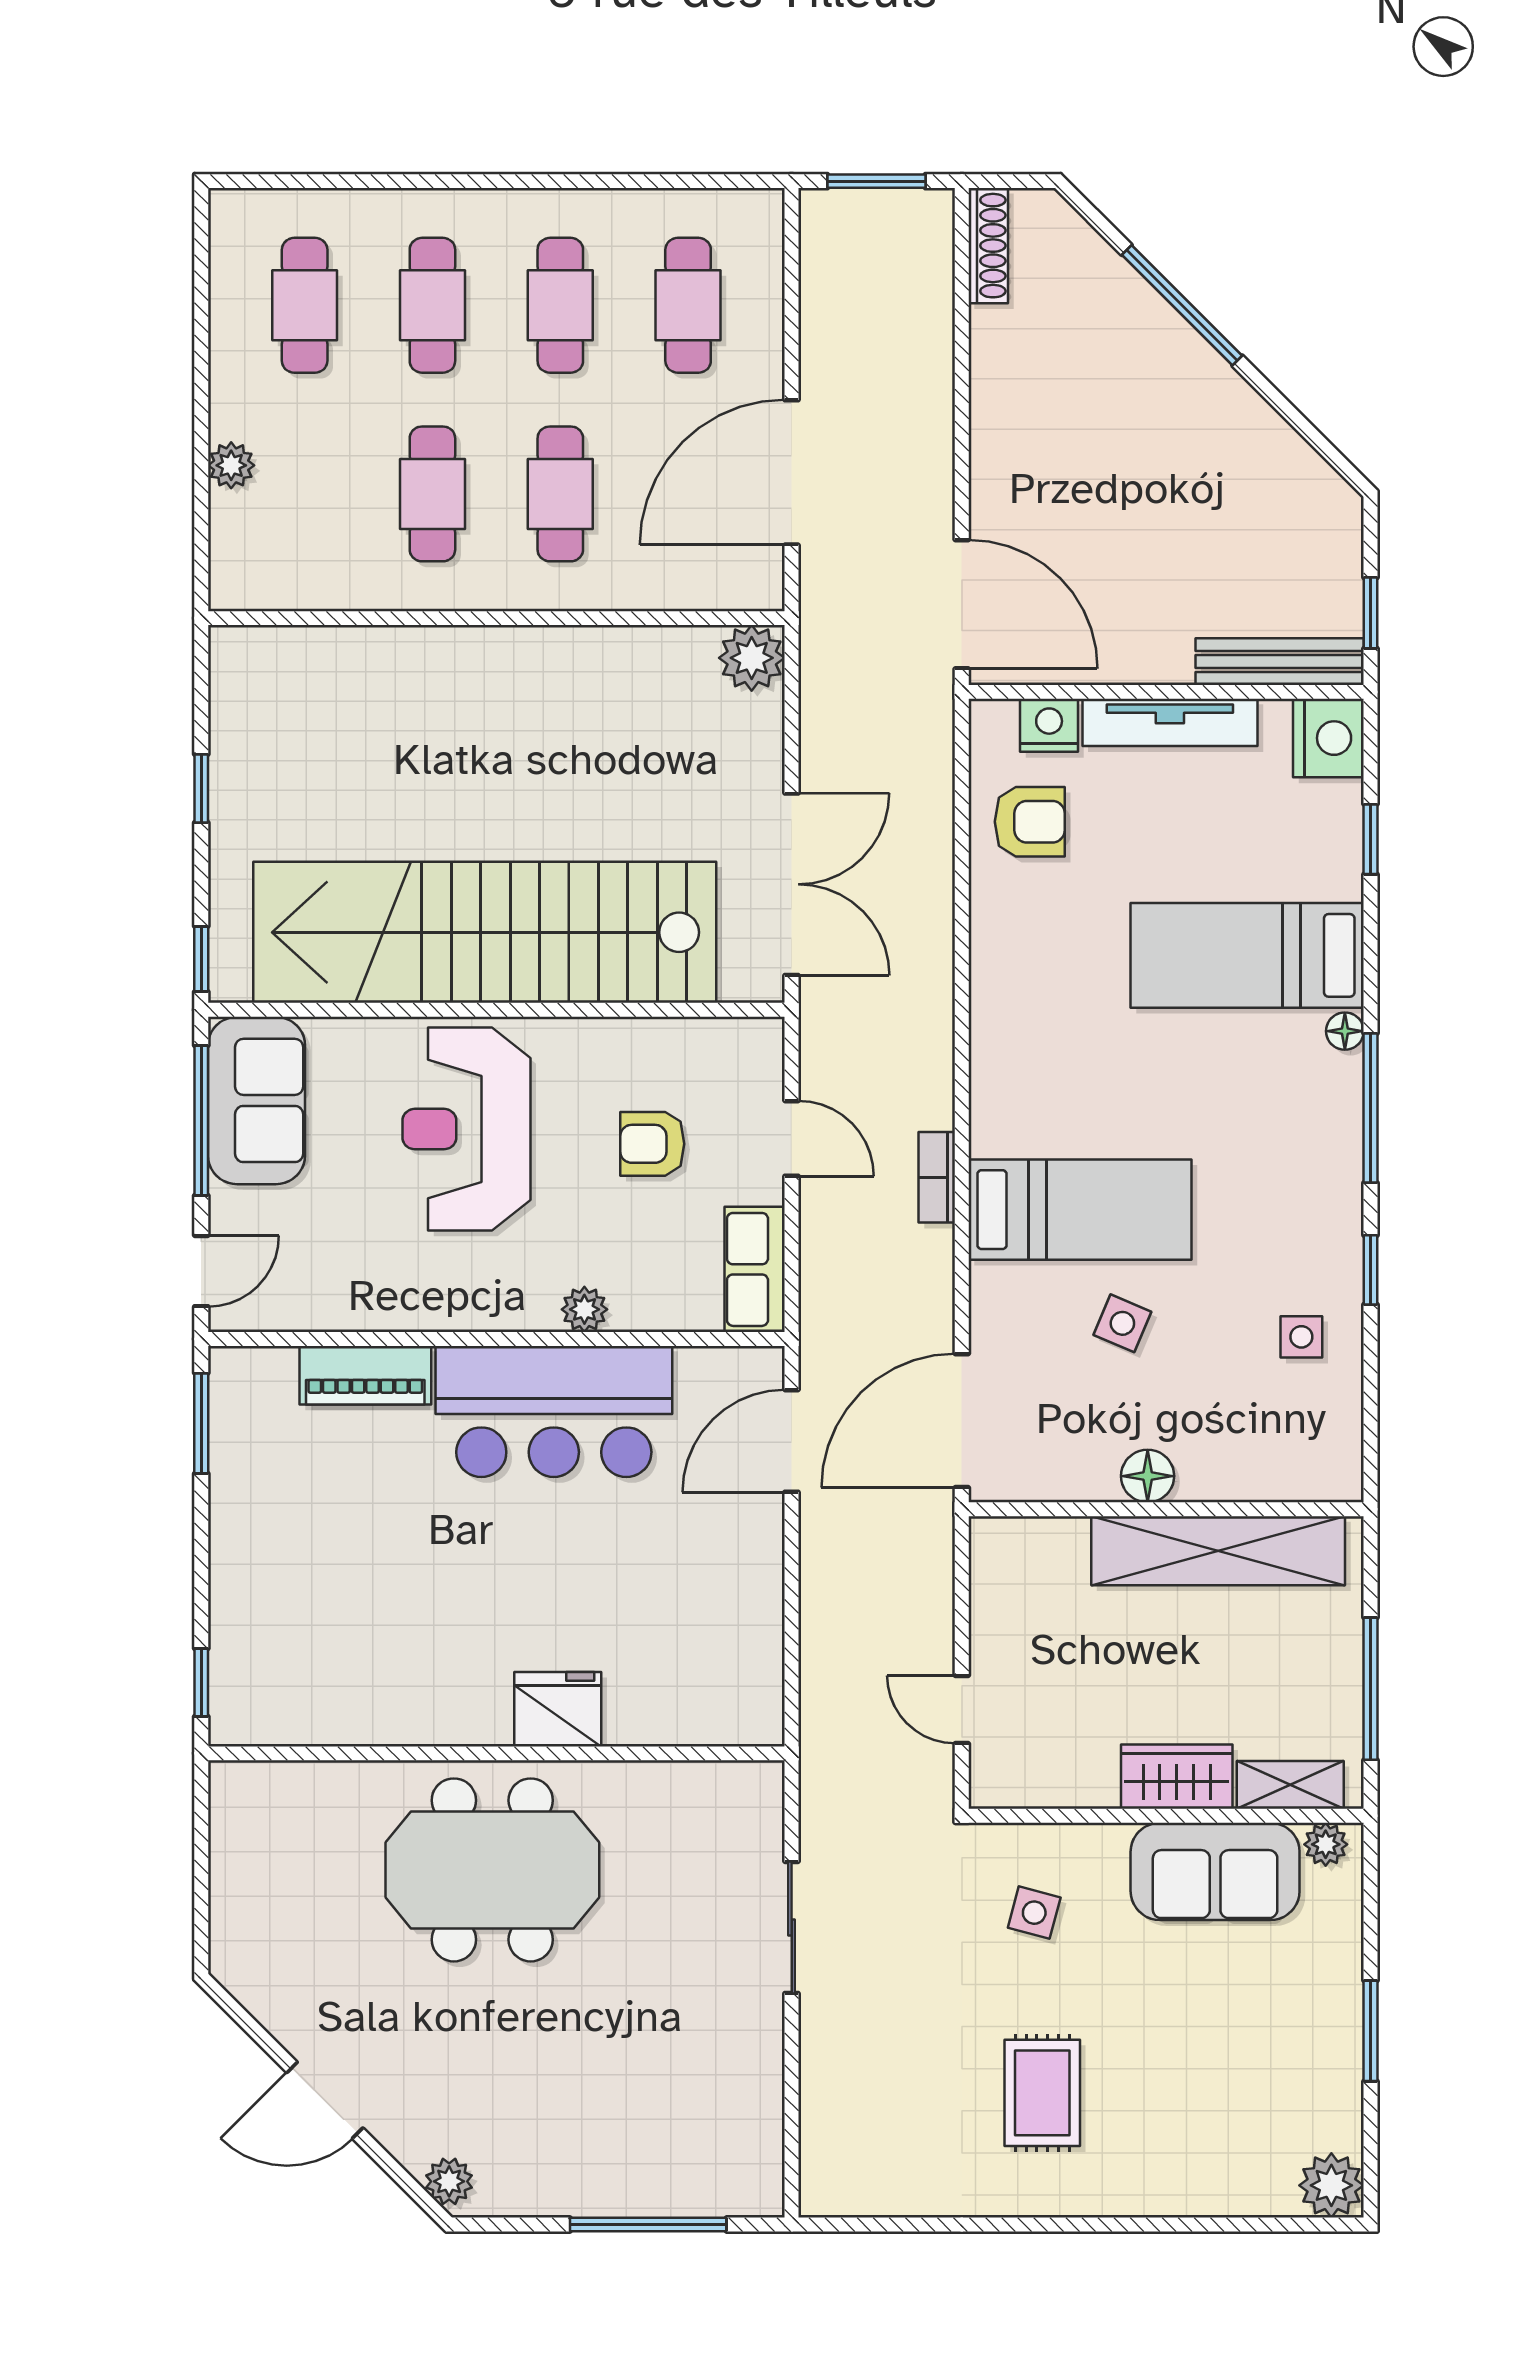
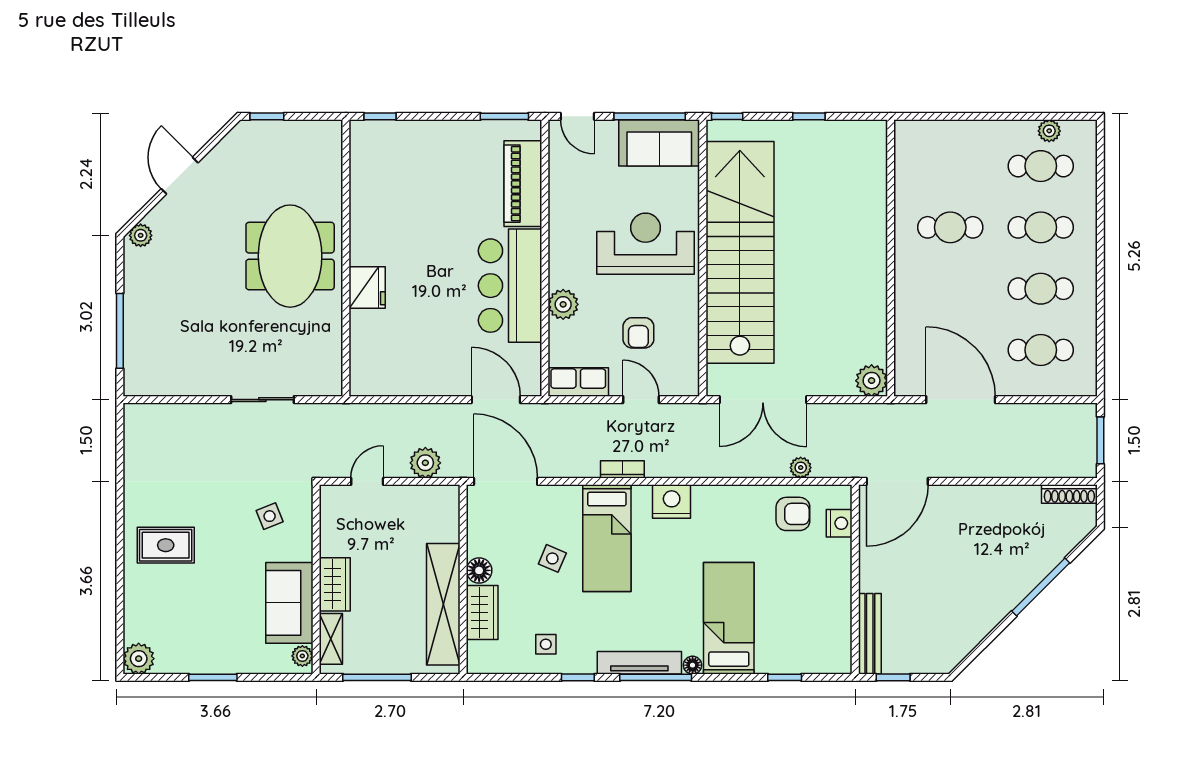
plant: (231, 465) -> (1049, 131), moved
cafe table: (560, 494) -> (950, 289), removed
tv unit: (1170, 722) -> (639, 663), moved, turned 90
nightstand: (1328, 738) -> (672, 502), moved, turned 180
plant: (933, 806) -> (801, 468), added
armchair: (1030, 822) -> (793, 514), turned -90
door: (792, 1138) -> (641, 400), swing flipped
armchair: (652, 1144) -> (638, 333), turned 180
plant: (584, 1309) -> (563, 304), width x1.38, depth x1.38
piano: (365, 1375) -> (523, 184), width x1.37, depth x1.33
wardrobe: (1235, 1470) -> (482, 613), added
plant: (923, 1588) -> (425, 463), added
side table: (1034, 1913) -> (270, 516), turned -37
window: (201, 1918) -> (267, 116), added
rug: (1042, 2093) -> (166, 545), moved

